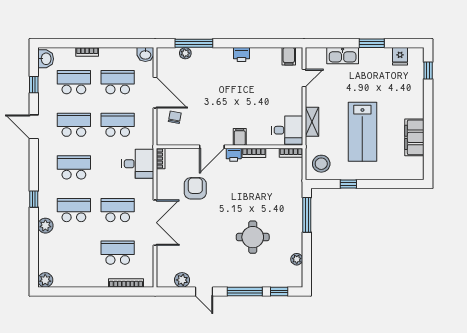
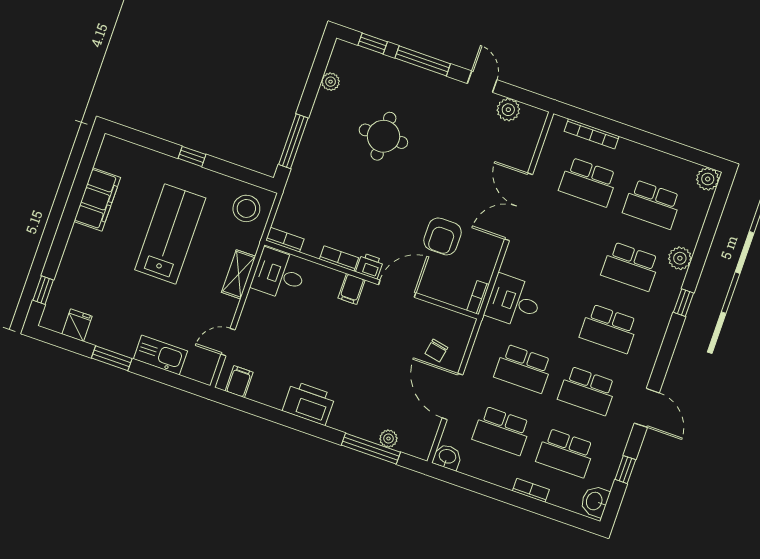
printer: (242, 55) -> (309, 403), width x1.87, depth x1.48
window: (348, 184) -> (192, 156), moved
school desk: (118, 210) -> (652, 204), moved

